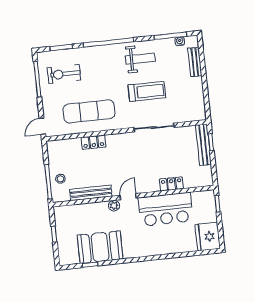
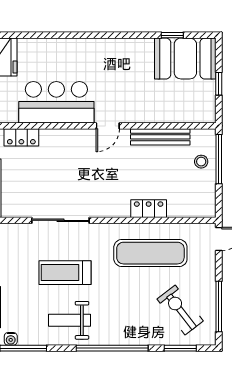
exercise bike: (64, 74) -> (180, 310), turned -128
locker: (171, 184) -> (21, 137), moved
plant: (114, 206) -> (129, 115), removed
booth: (100, 247) -> (185, 58), moved

